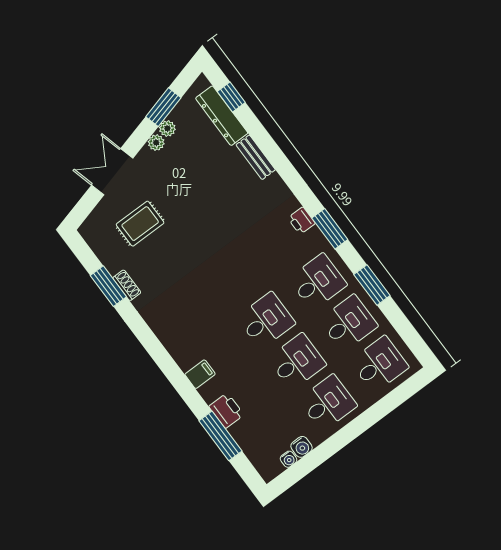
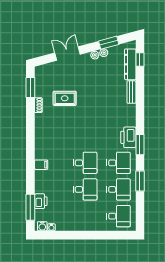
printer: (301, 221) -> (128, 137), width x1.87, depth x1.48
rug: (140, 224) -> (65, 98), moved
window: (108, 286) -> (30, 87), moved
desk: (328, 403) -> (85, 216), removed
printer: (226, 411) -> (41, 201), moved
window: (220, 436) -> (30, 207), moved
water cooler: (302, 447) -> (42, 226), moved

